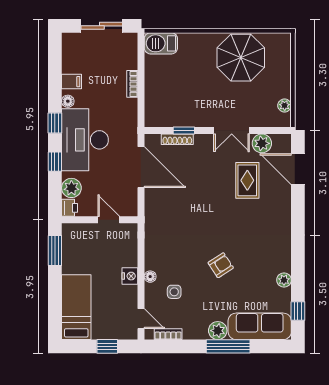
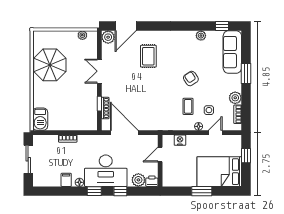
double door: (232, 130) -> (99, 71), swing flipped
plant: (262, 143) -> (108, 37), moved
door: (141, 167) -> (124, 133), hinge flipped
rug: (247, 180) -> (148, 56), moved, turned 90
window: (55, 251) -> (202, 191), moved
coffee table: (180, 261) -> (188, 106), added
nightstand: (130, 276) -> (180, 140), moved
bed: (76, 307) -> (219, 172), width x1.50
door: (141, 319) -> (215, 133), moved
plant: (218, 331) -> (235, 98), moved
window: (228, 346) -> (246, 73), width x0.69

